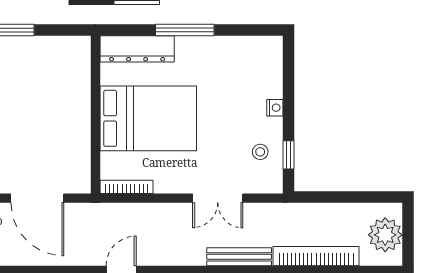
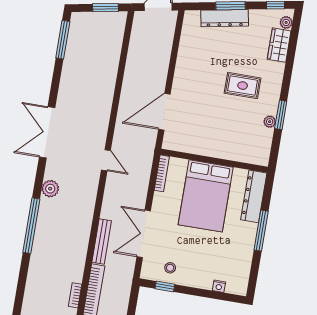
plant: (26, 44) -> (270, 122), added
nightstand: (275, 108) -> (219, 286), moved
double door: (218, 198) -> (144, 234), width x1.37

